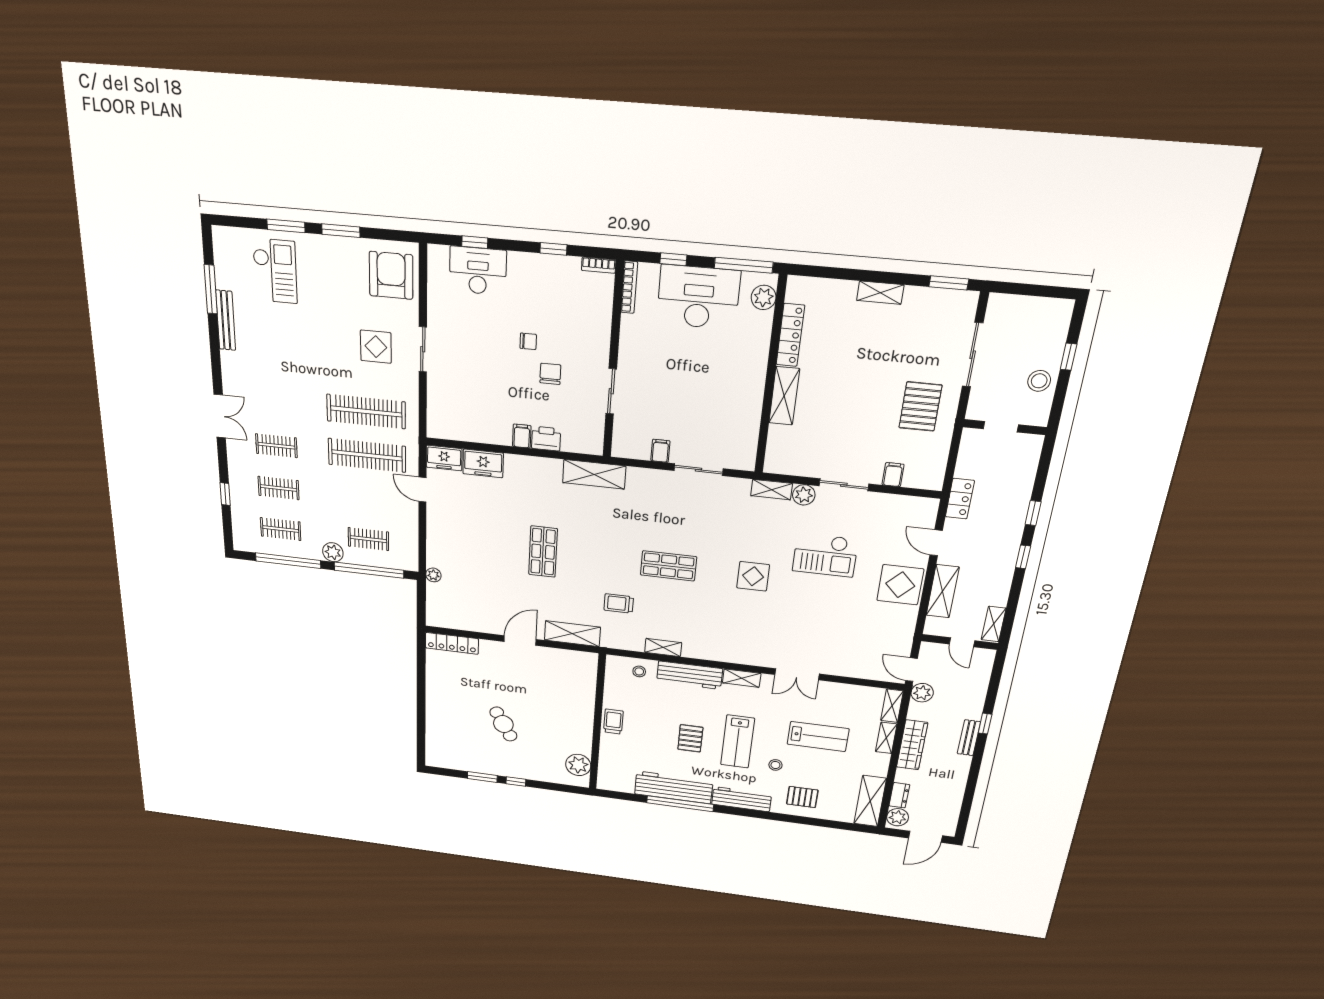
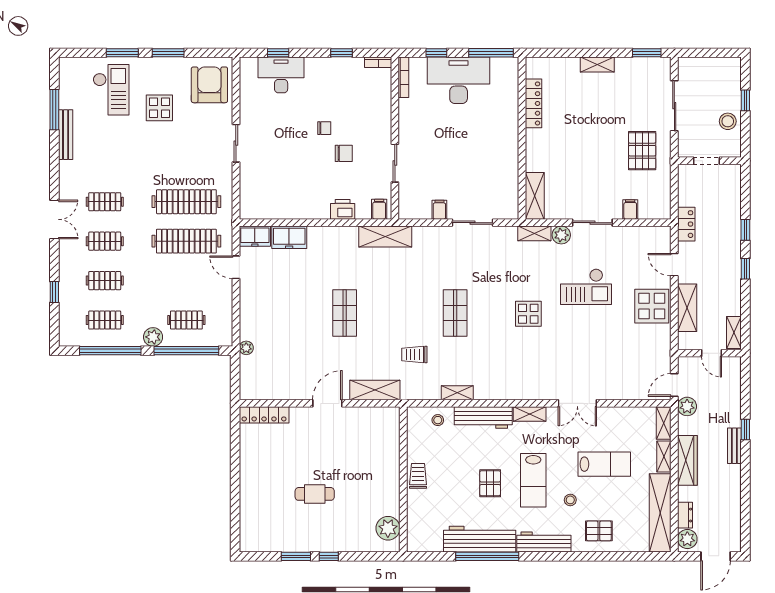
plant: (764, 297) -> (509, 76), removed
display table: (376, 347) -> (159, 108), moved
chair: (550, 374) -> (344, 153), turned 90
shelving: (784, 396) -> (535, 196), moved
clothes rail: (274, 402) -> (105, 202), added
filing cabinet: (522, 436) -> (379, 209), moved
shop shelf: (668, 566) -> (455, 313), turned 90
door: (912, 670) -> (674, 385), hinge flipped
cafe table: (503, 724) -> (315, 494), turned -60
shelving: (870, 801) -> (660, 513), width x1.47

